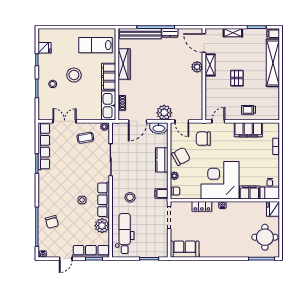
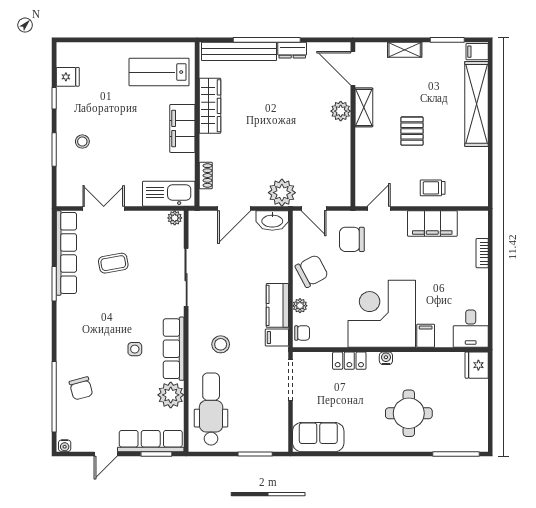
stool: (74, 75) -> (120, 125), removed
kitchen sink: (109, 106) -> (169, 194), moved, turned 90
coffee table: (85, 138) -> (113, 263), moved
kitchen counter: (162, 160) -> (277, 305), moved
filing cabinet: (249, 192) -> (426, 336), width x0.50
round table: (265, 237) -> (409, 413), moved

